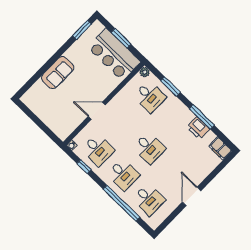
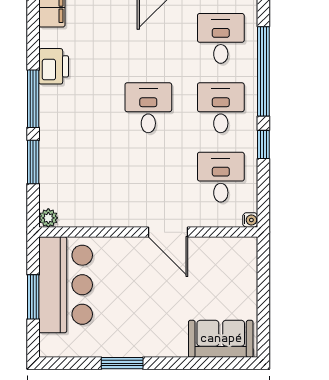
window: (82, 30) -> (122, 363), moved
sofa: (58, 73) -> (221, 339), moved
desk: (150, 97) -> (76, 177), removed
window: (202, 117) -> (33, 99), moved
window: (84, 167) -> (263, 144), moved

